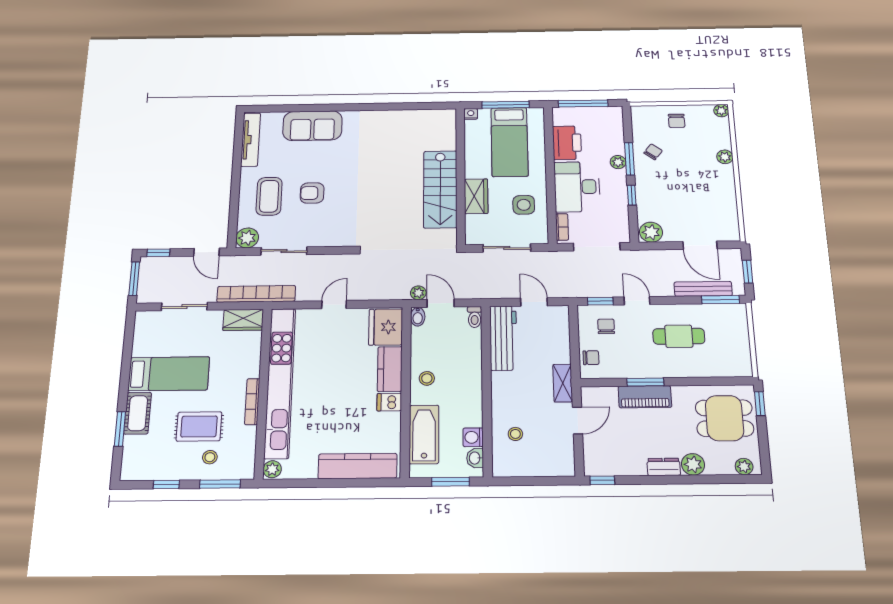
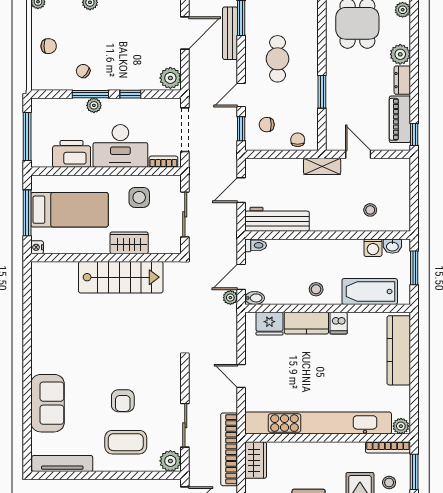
fridge: (386, 327) -> (269, 324), width x0.73, depth x0.75
piano: (645, 397) -> (400, 119), moved, turned 180
bookcase: (252, 402) -> (388, 447), moved

